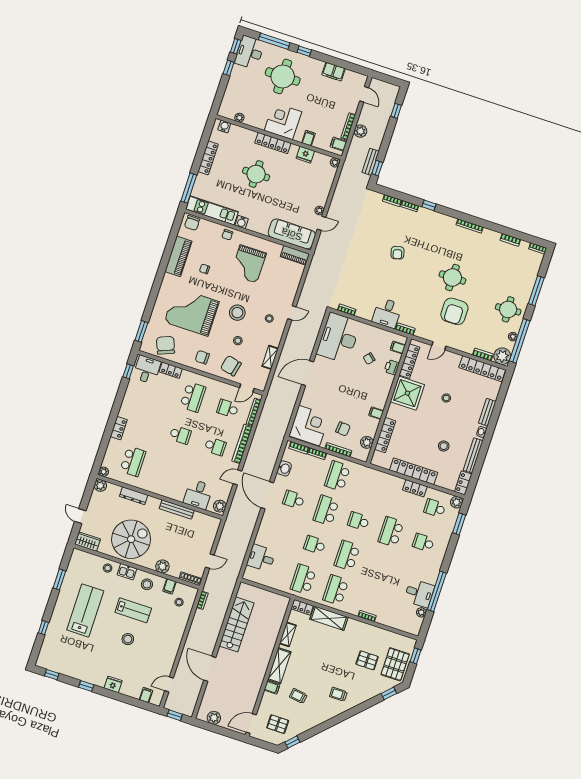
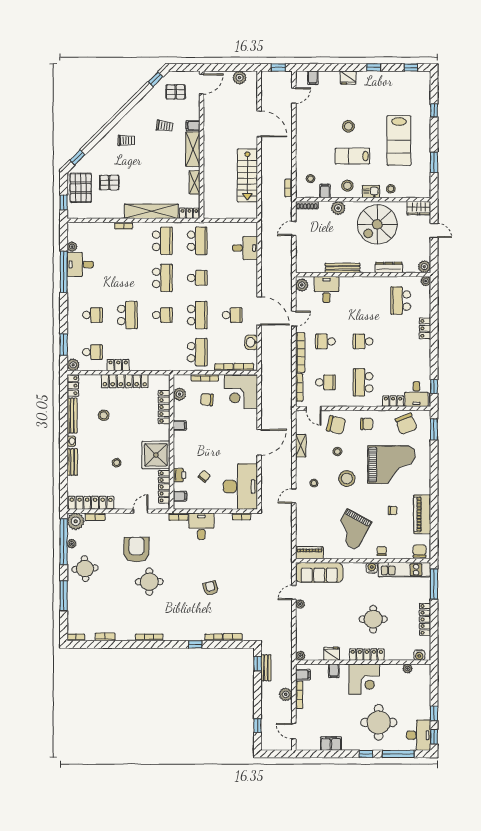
grand piano: (248, 264) -> (352, 529), turned -151
door: (247, 388) -> (313, 408), swing flipped
shelving: (329, 618) -> (151, 211), width x1.47

